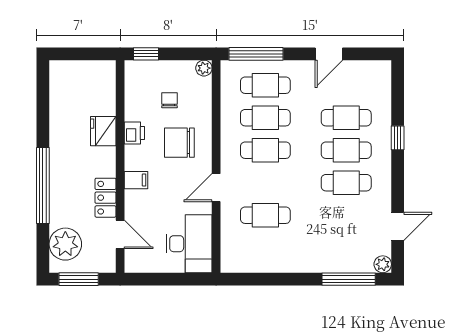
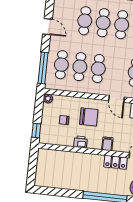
fridge: (103, 131) -> (78, 159), removed
chair: (179, 143) -> (89, 117), turned -90

